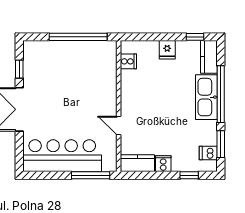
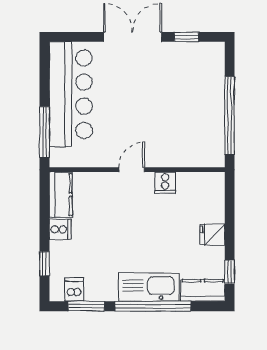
cooker: (128, 61) -> (165, 183), moved
door: (119, 126) -> (132, 170), moved

